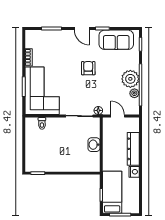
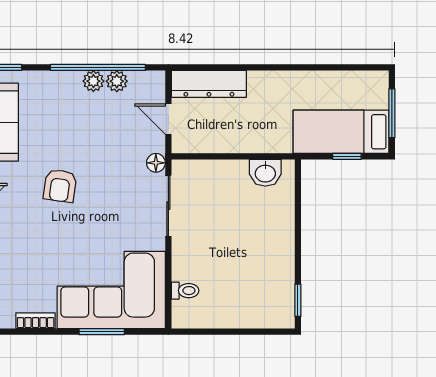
armchair: (88, 68) -> (60, 186), turned -82
plant: (130, 79) -> (93, 81), width x0.53, depth x0.53
door: (118, 116) -> (168, 119), hinge flipped
washbasin: (94, 145) -> (265, 173), moved
dresser: (133, 149) -> (209, 84), moved
nightstand: (134, 172) -> (295, 82), removed

